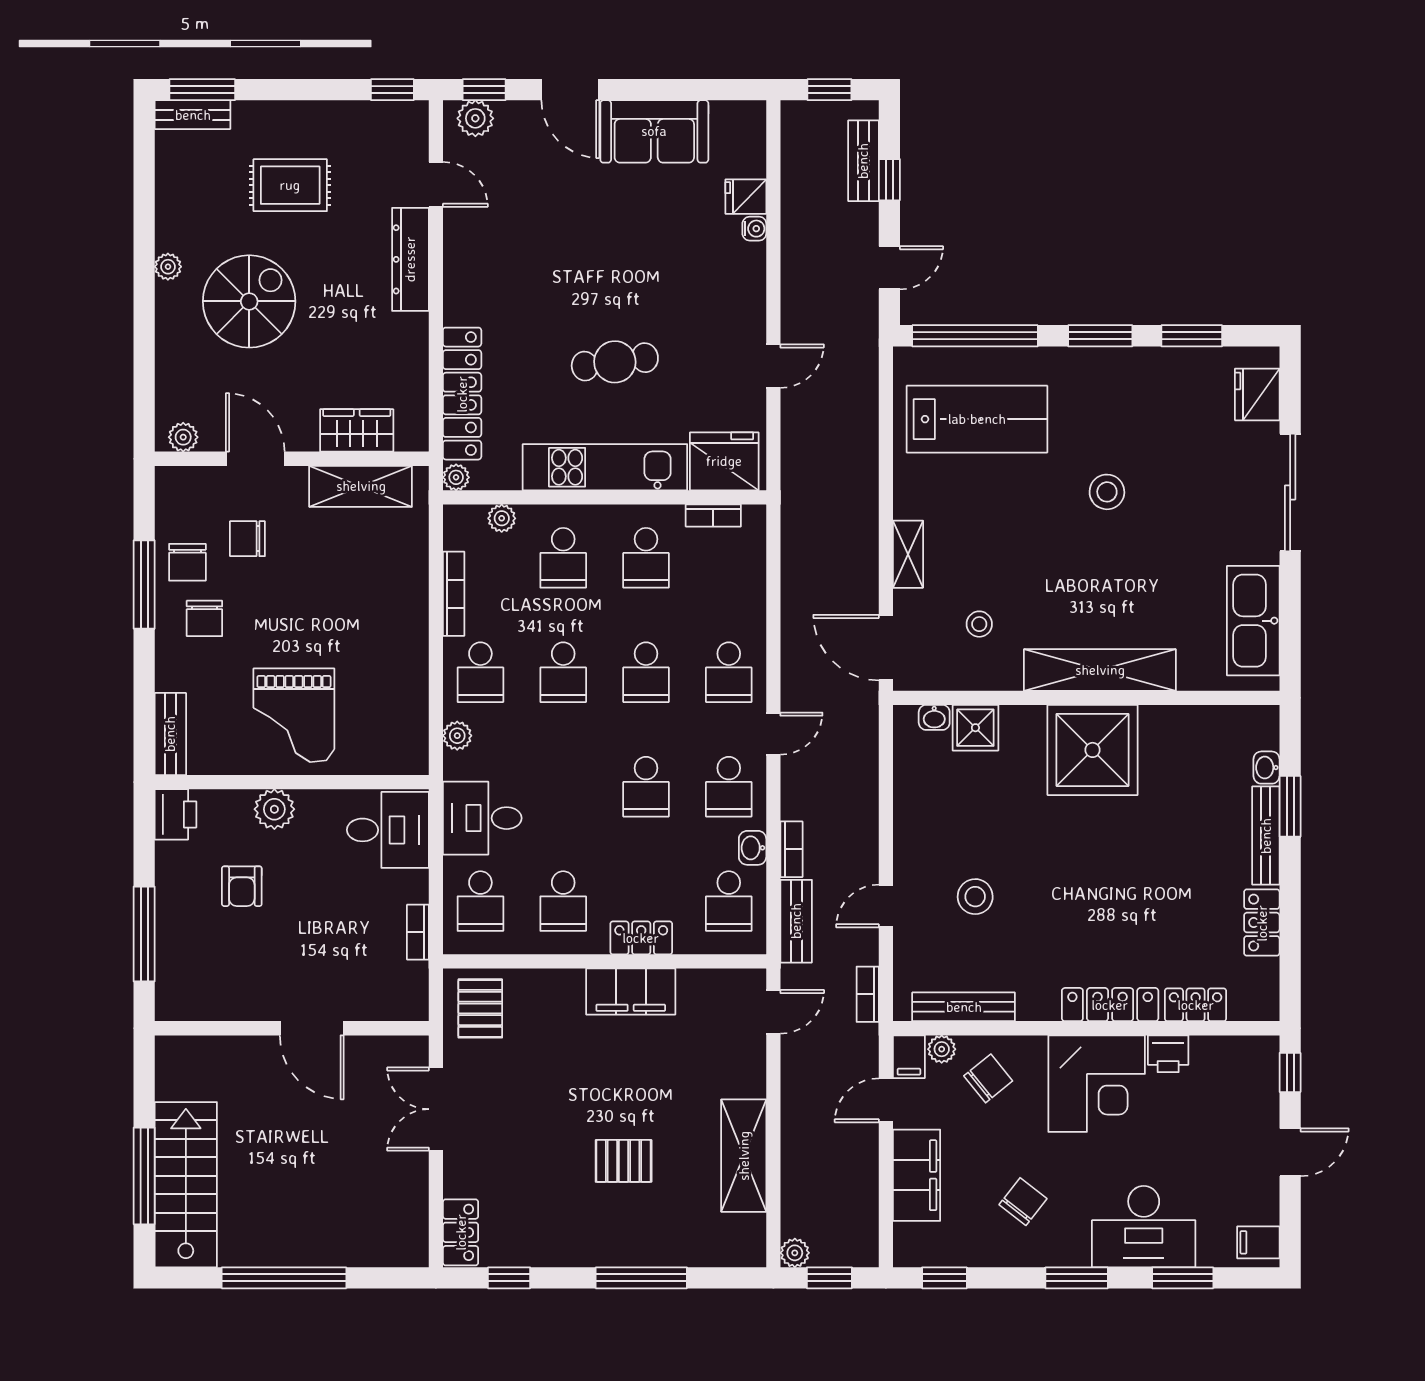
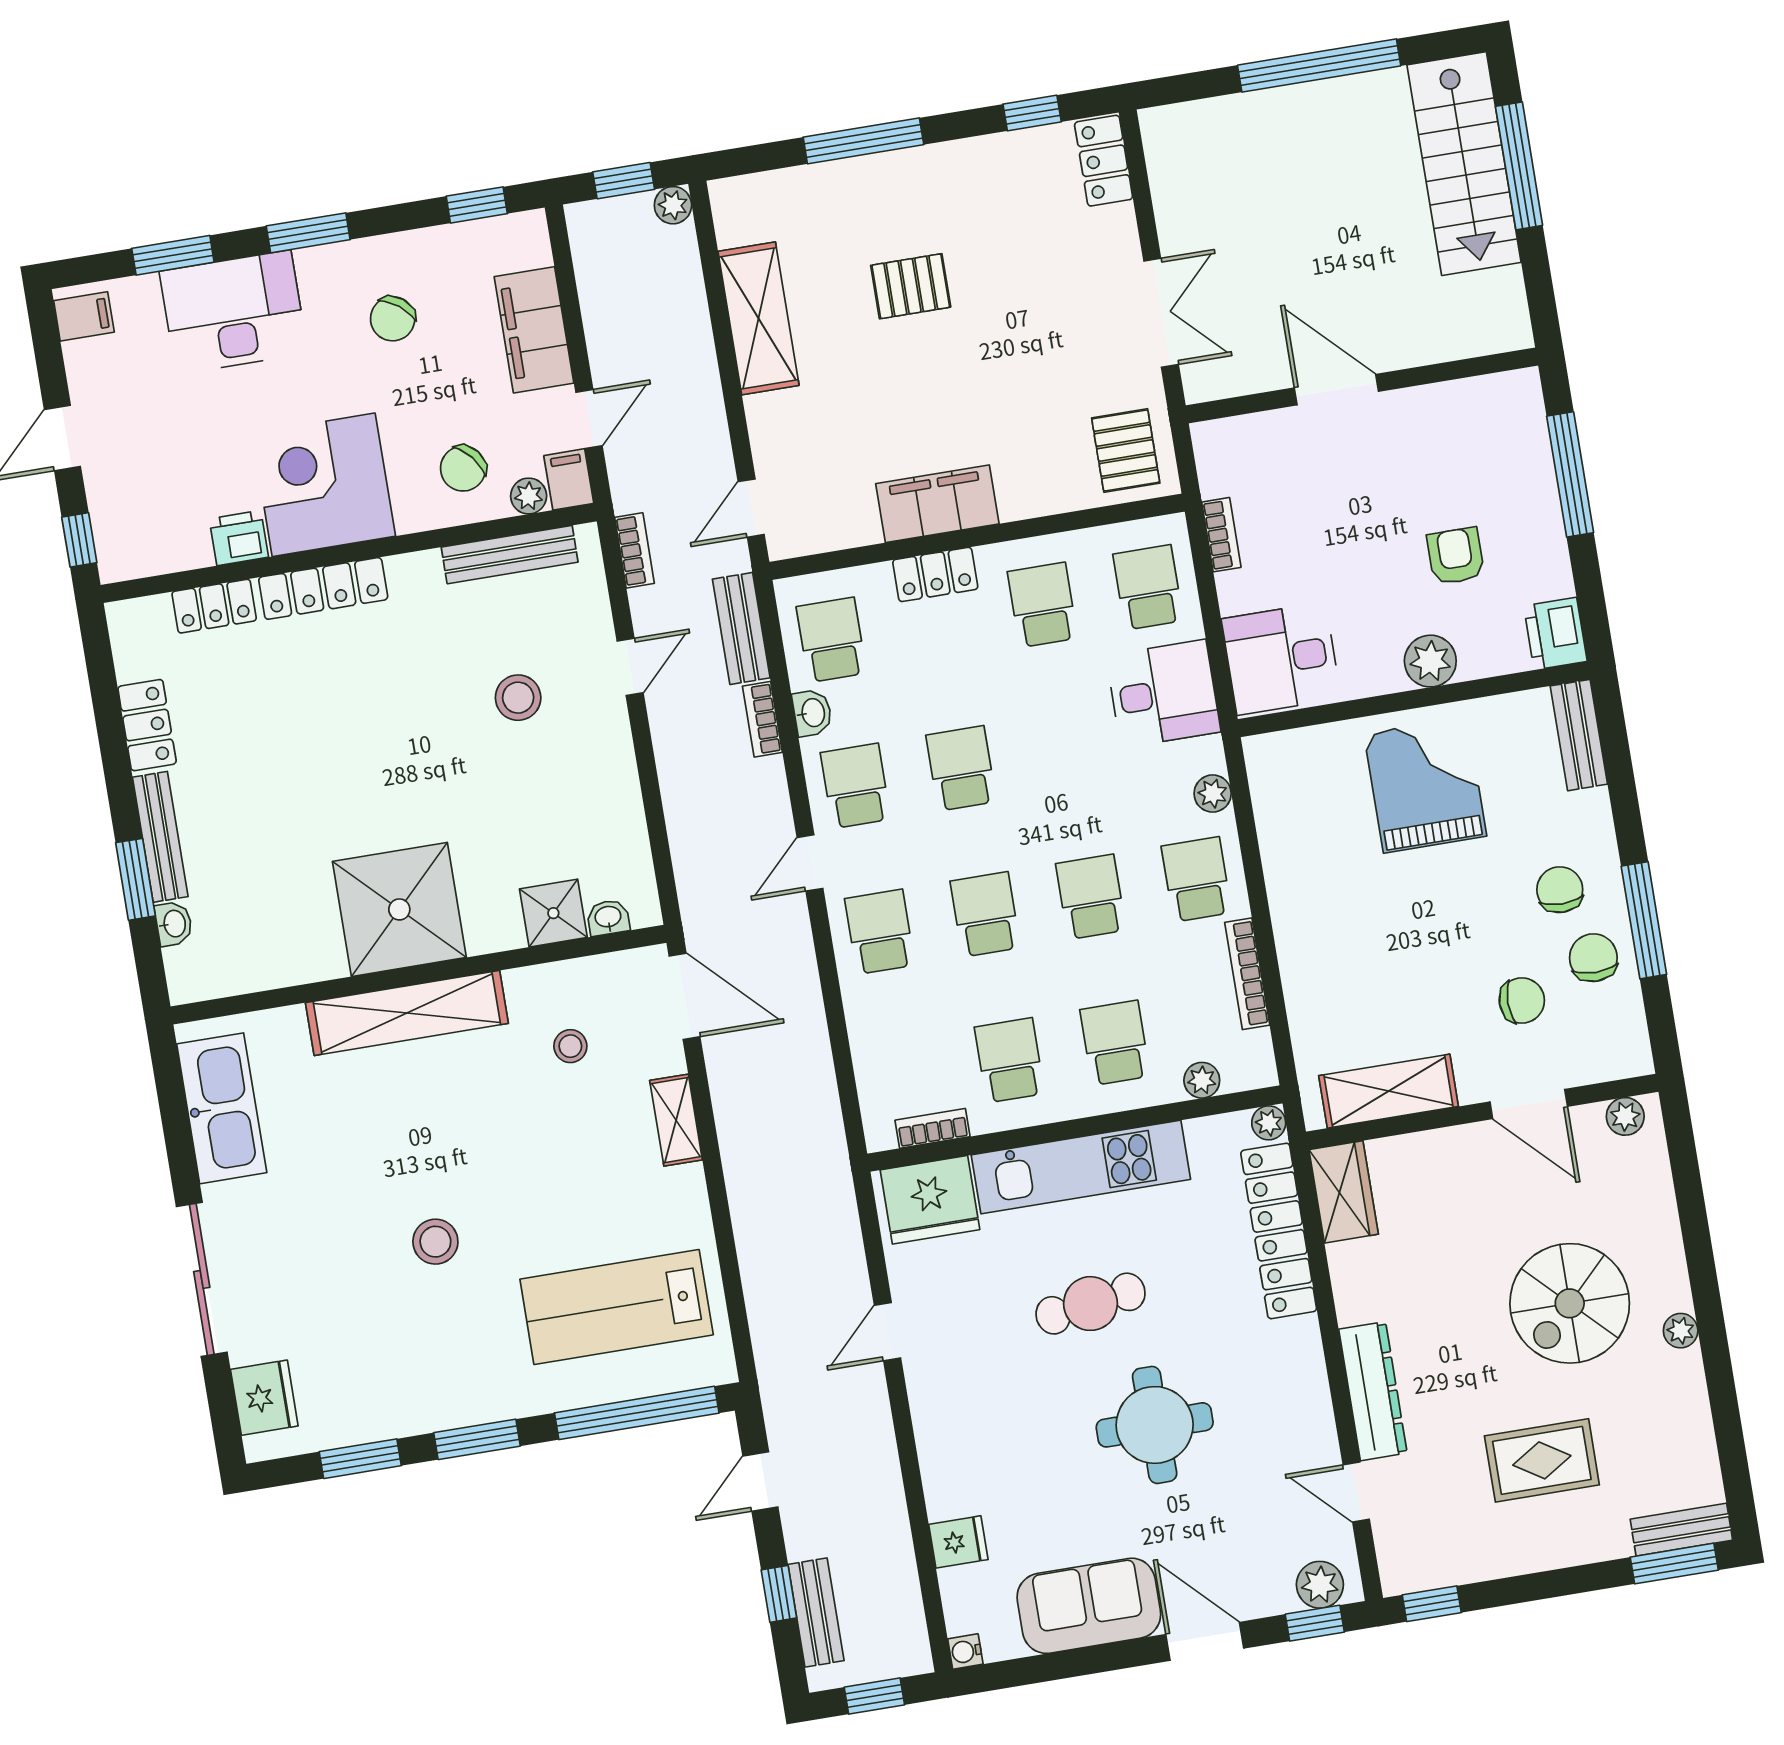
water cooler: (754, 229) -> (965, 1651), moved
round table: (581, 261) -> (1155, 1425), added
wardrobe: (357, 430) -> (1344, 1192), moved, turned -90

